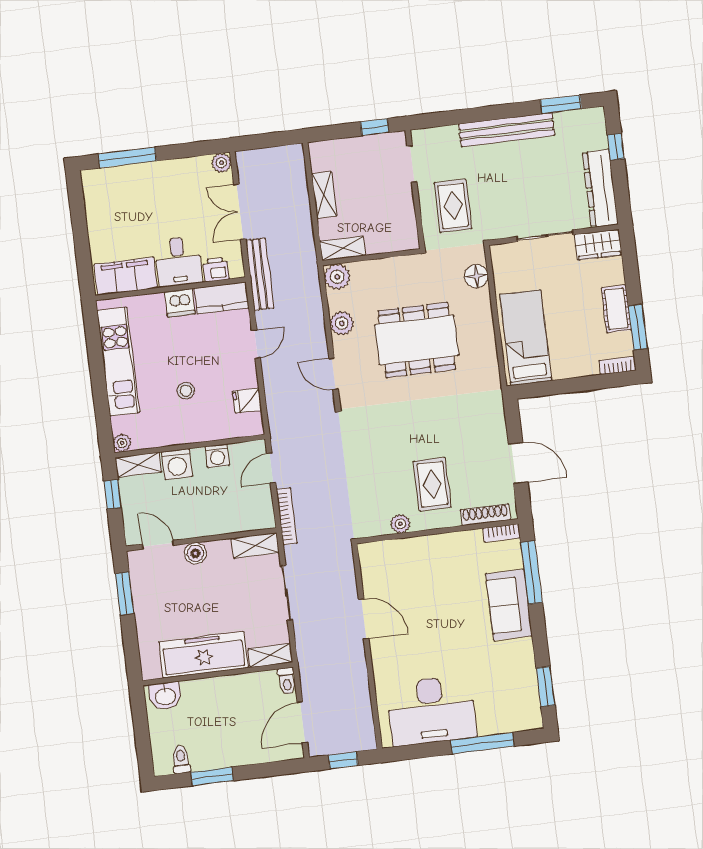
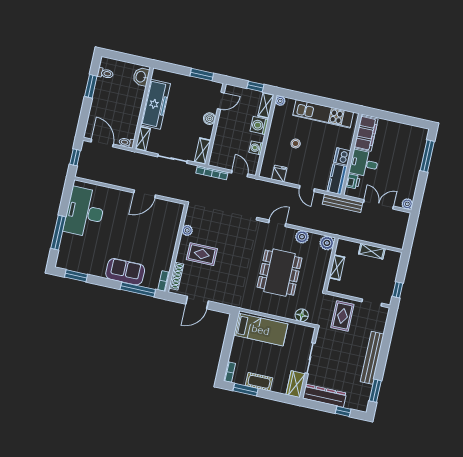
rug: (453, 206) -> (342, 316), turned 90
shelving: (343, 248) -> (337, 268), moved

